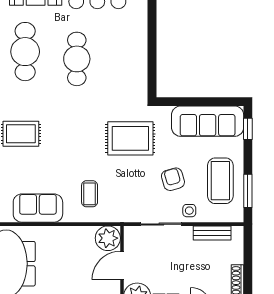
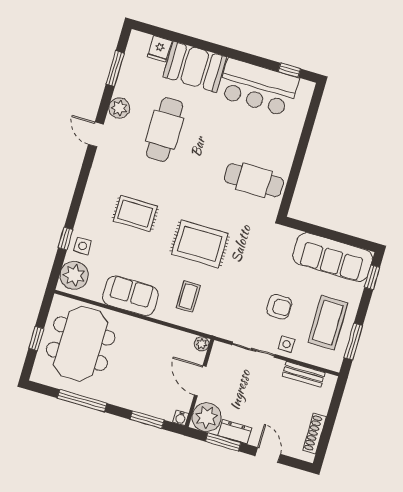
cafe table: (77, 59) -> (254, 180), moved, turned 90
rug: (130, 138) -> (200, 244), moved
armchair: (173, 179) -> (279, 307), turned 106
plant: (108, 238) -> (202, 344), width x0.53, depth x0.53
door: (122, 266) -> (200, 381), hinge flipped

